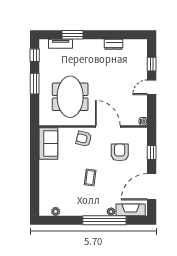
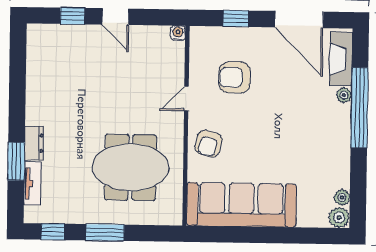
dresser: (114, 44) -> (34, 143), moved
door: (108, 126) -> (186, 99), width x0.53
sofa: (48, 144) -> (241, 205), width x1.85, depth x1.27
coffee table: (90, 177) -> (280, 133), removed
plant: (45, 210) -> (339, 218), added

